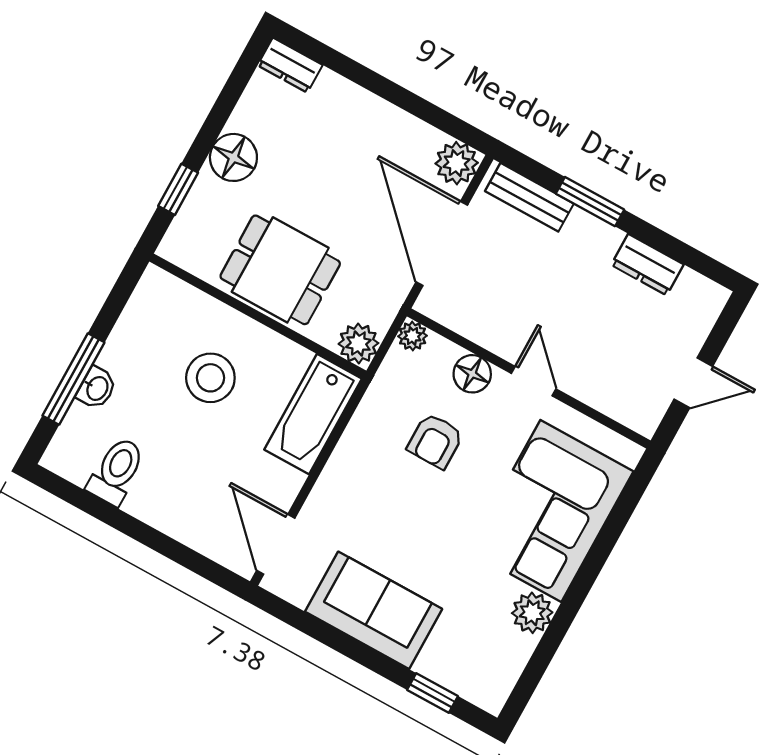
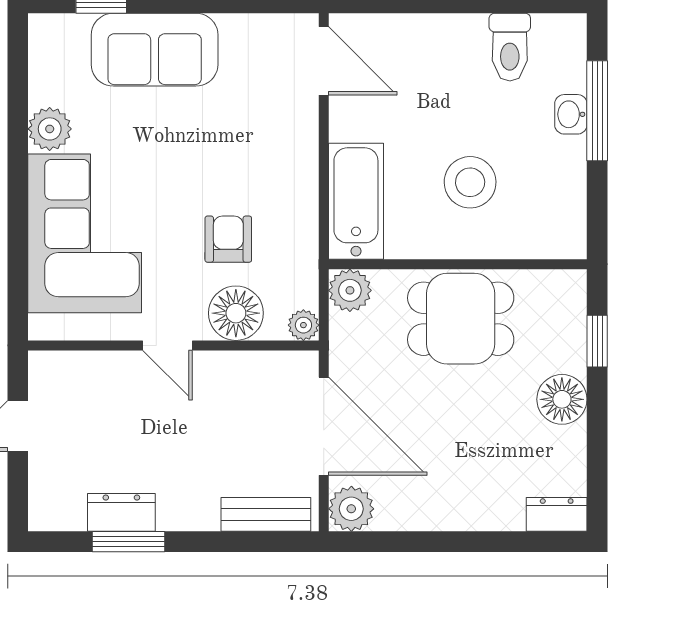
window: (590, 202) -> (128, 542), moved
floor lamp: (472, 374) -> (236, 313), width x1.38, depth x1.38
sofa: (374, 610) -> (155, 50), moved

